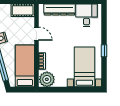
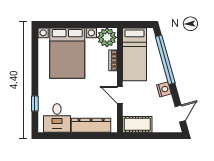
window: (104, 51) -> (35, 103), moved
bed with nightstands: (84, 67) -> (67, 53), width x1.36

